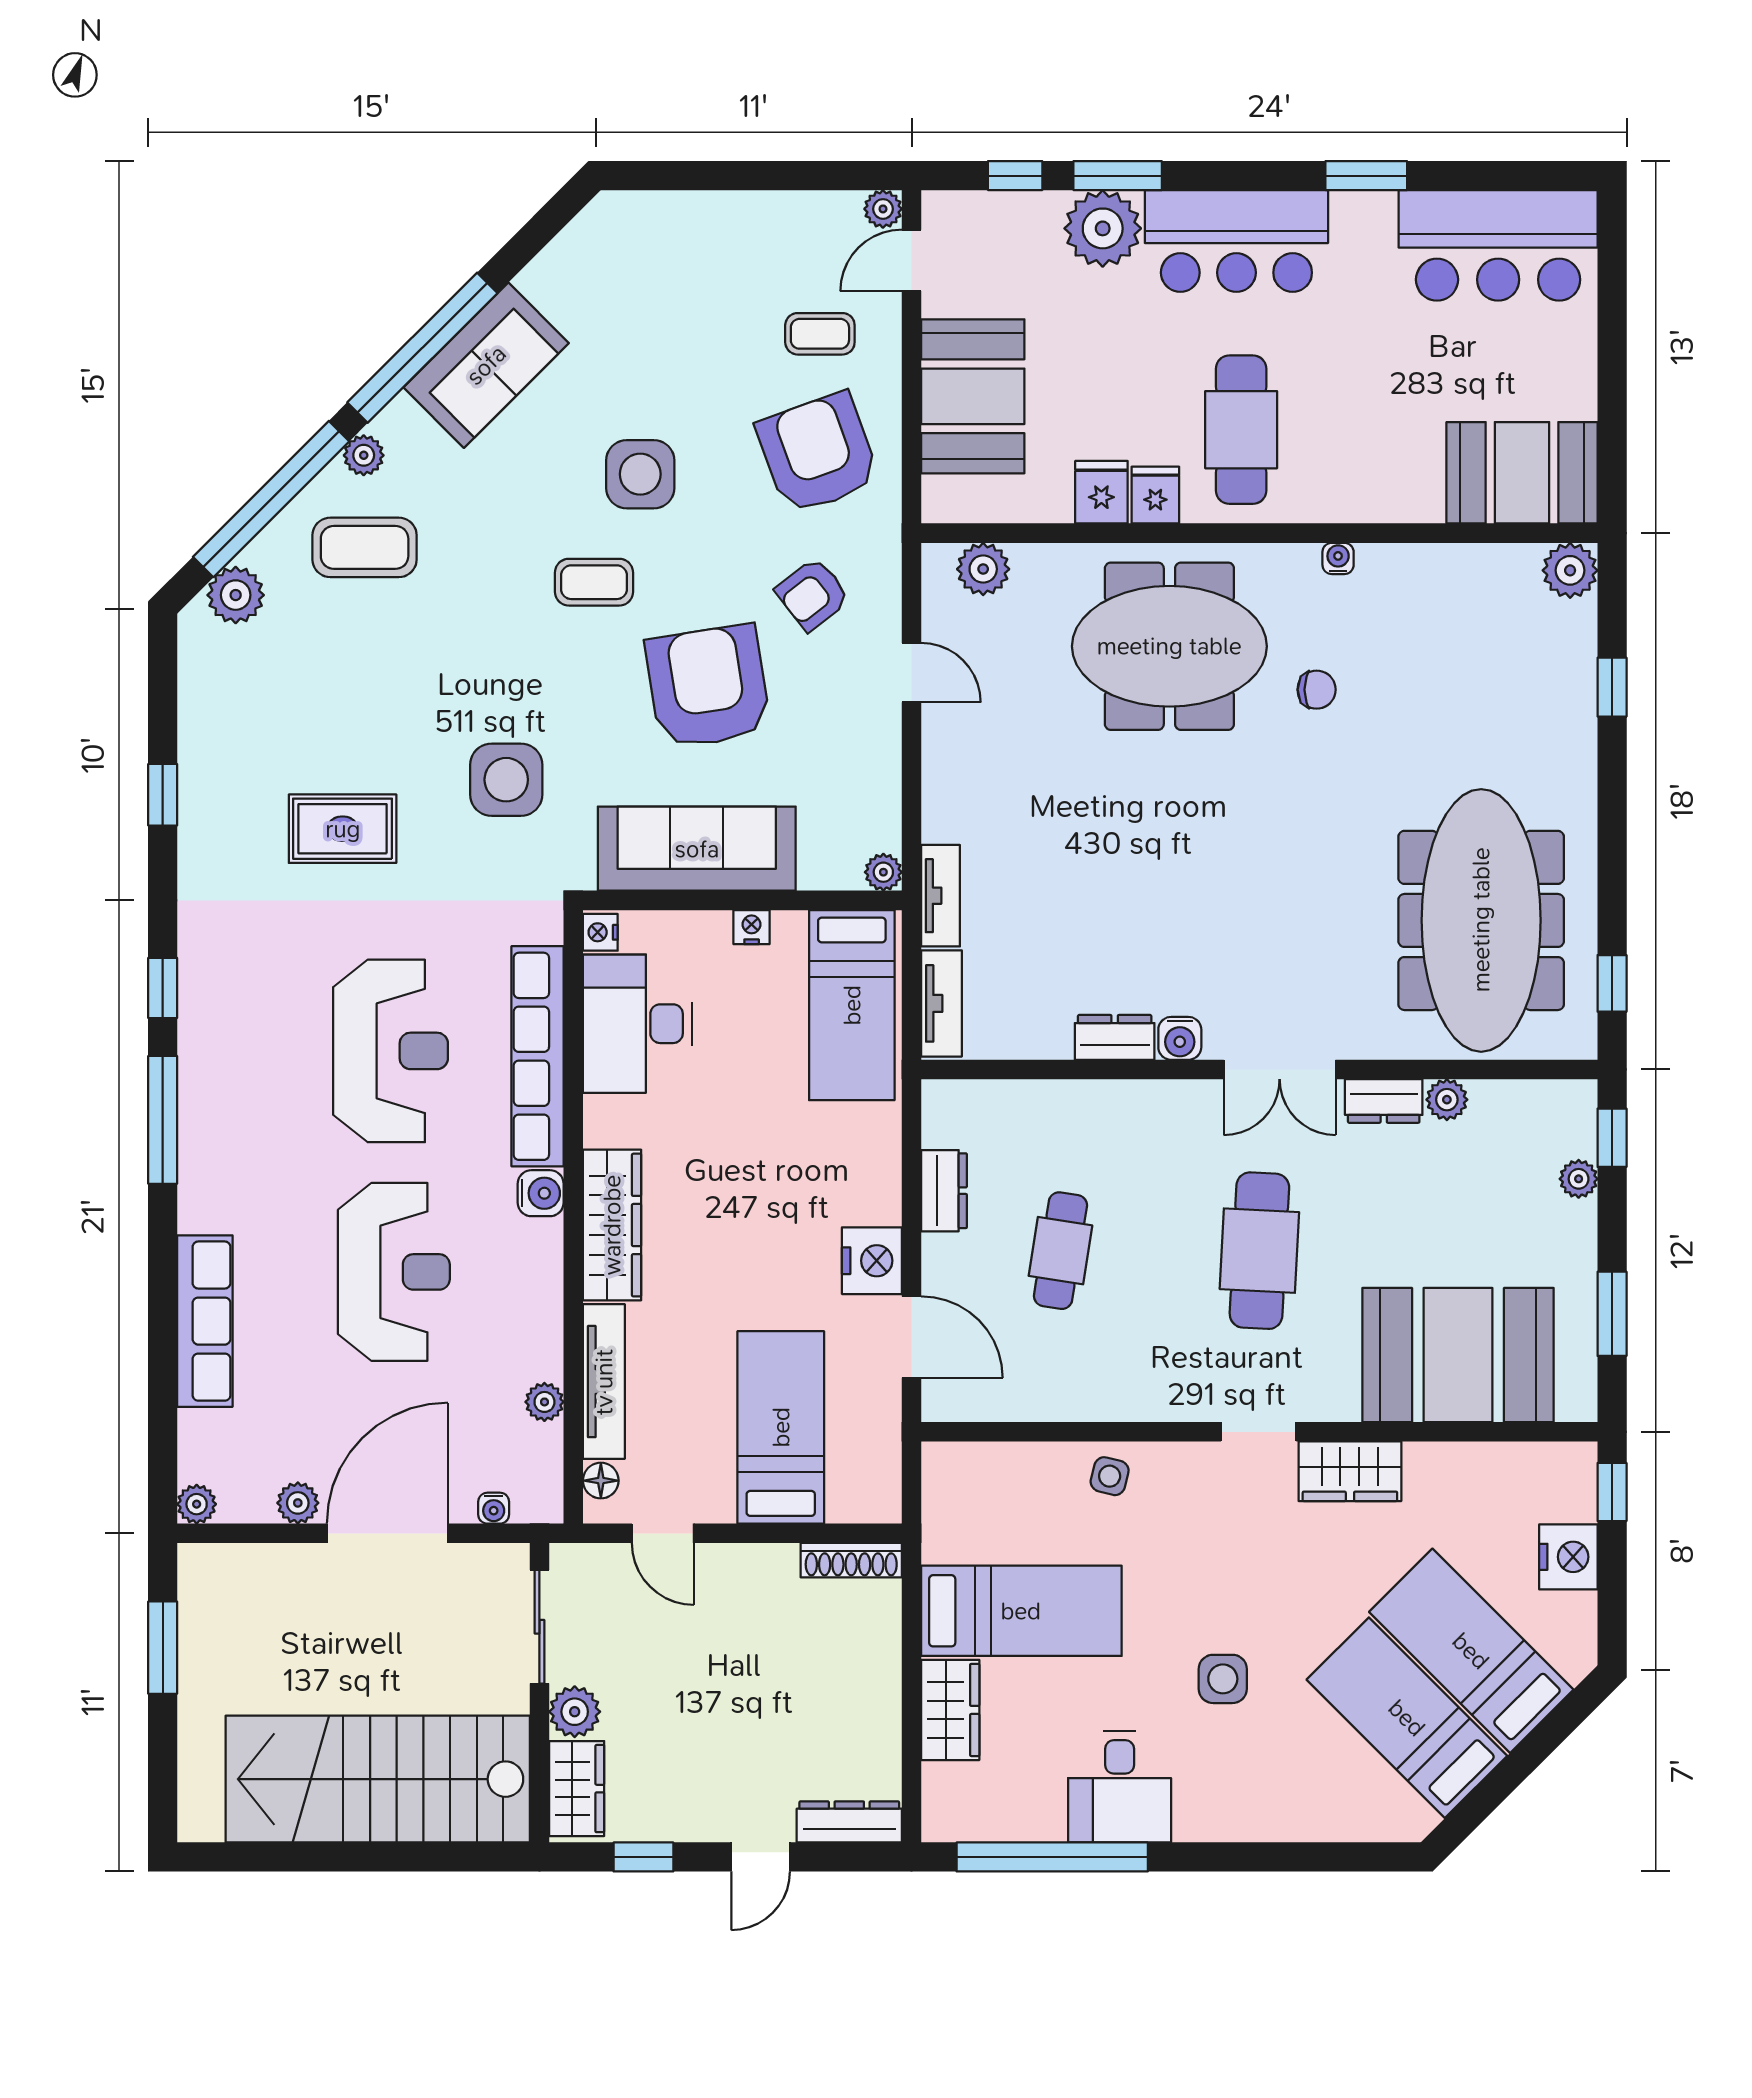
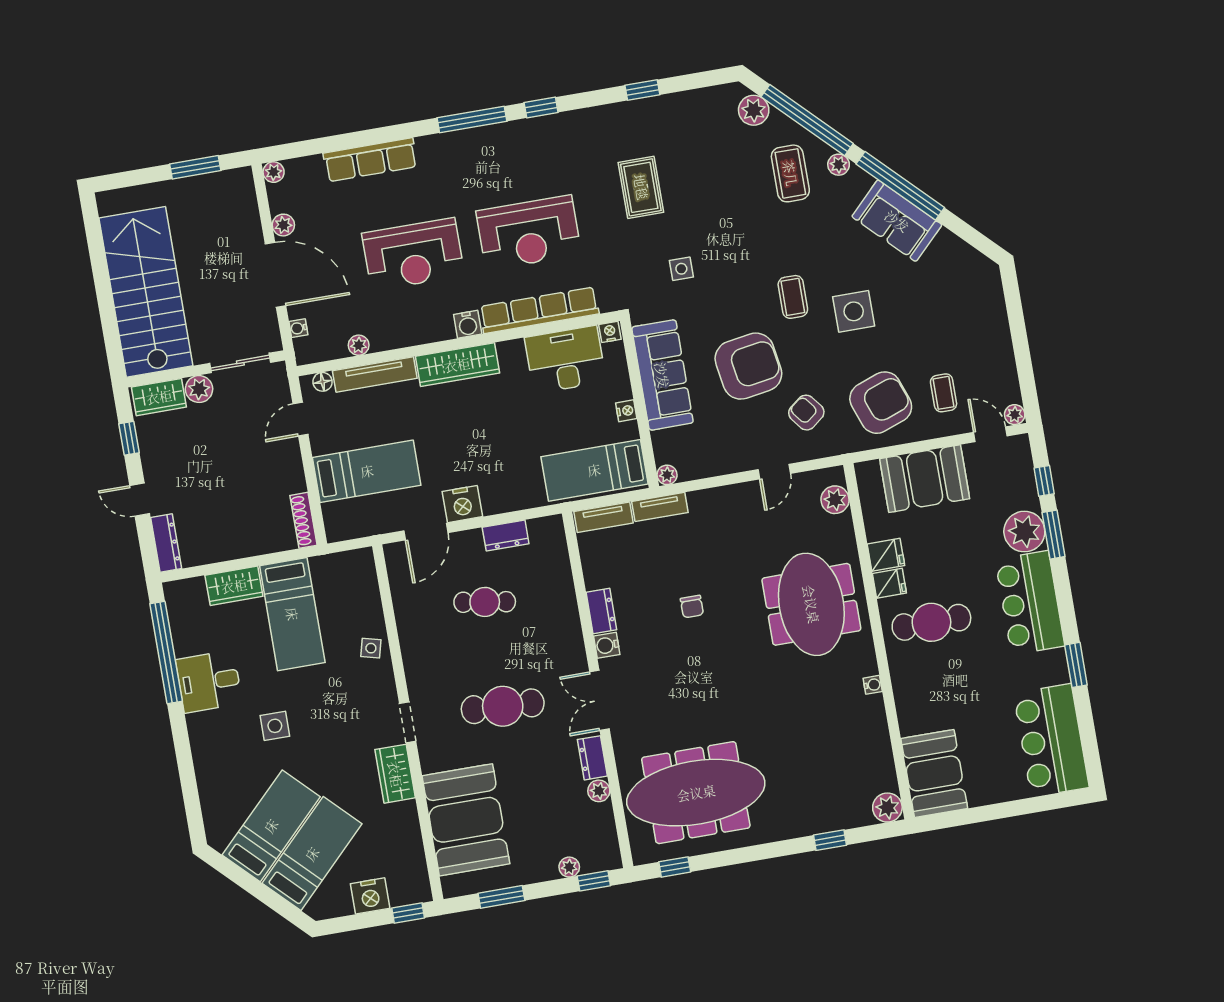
chair: (1317, 690) -> (692, 607), moved
side table: (506, 780) -> (681, 269), width x0.54, depth x0.54

